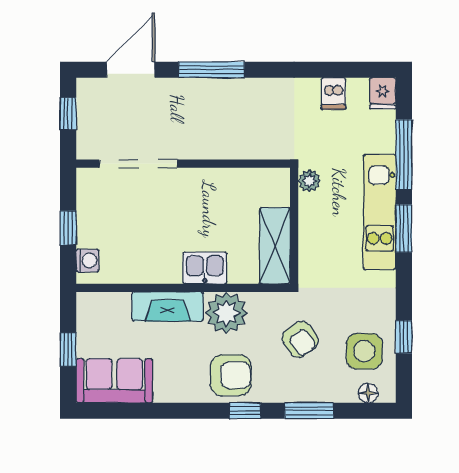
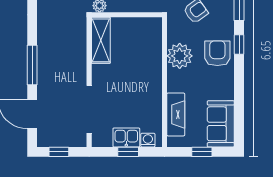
shelving: (275, 246) -> (101, 40), moved, turned 90
kitchen sink: (205, 268) -> (126, 137), moved, turned 90
fireplace: (168, 306) -> (176, 114), moved

